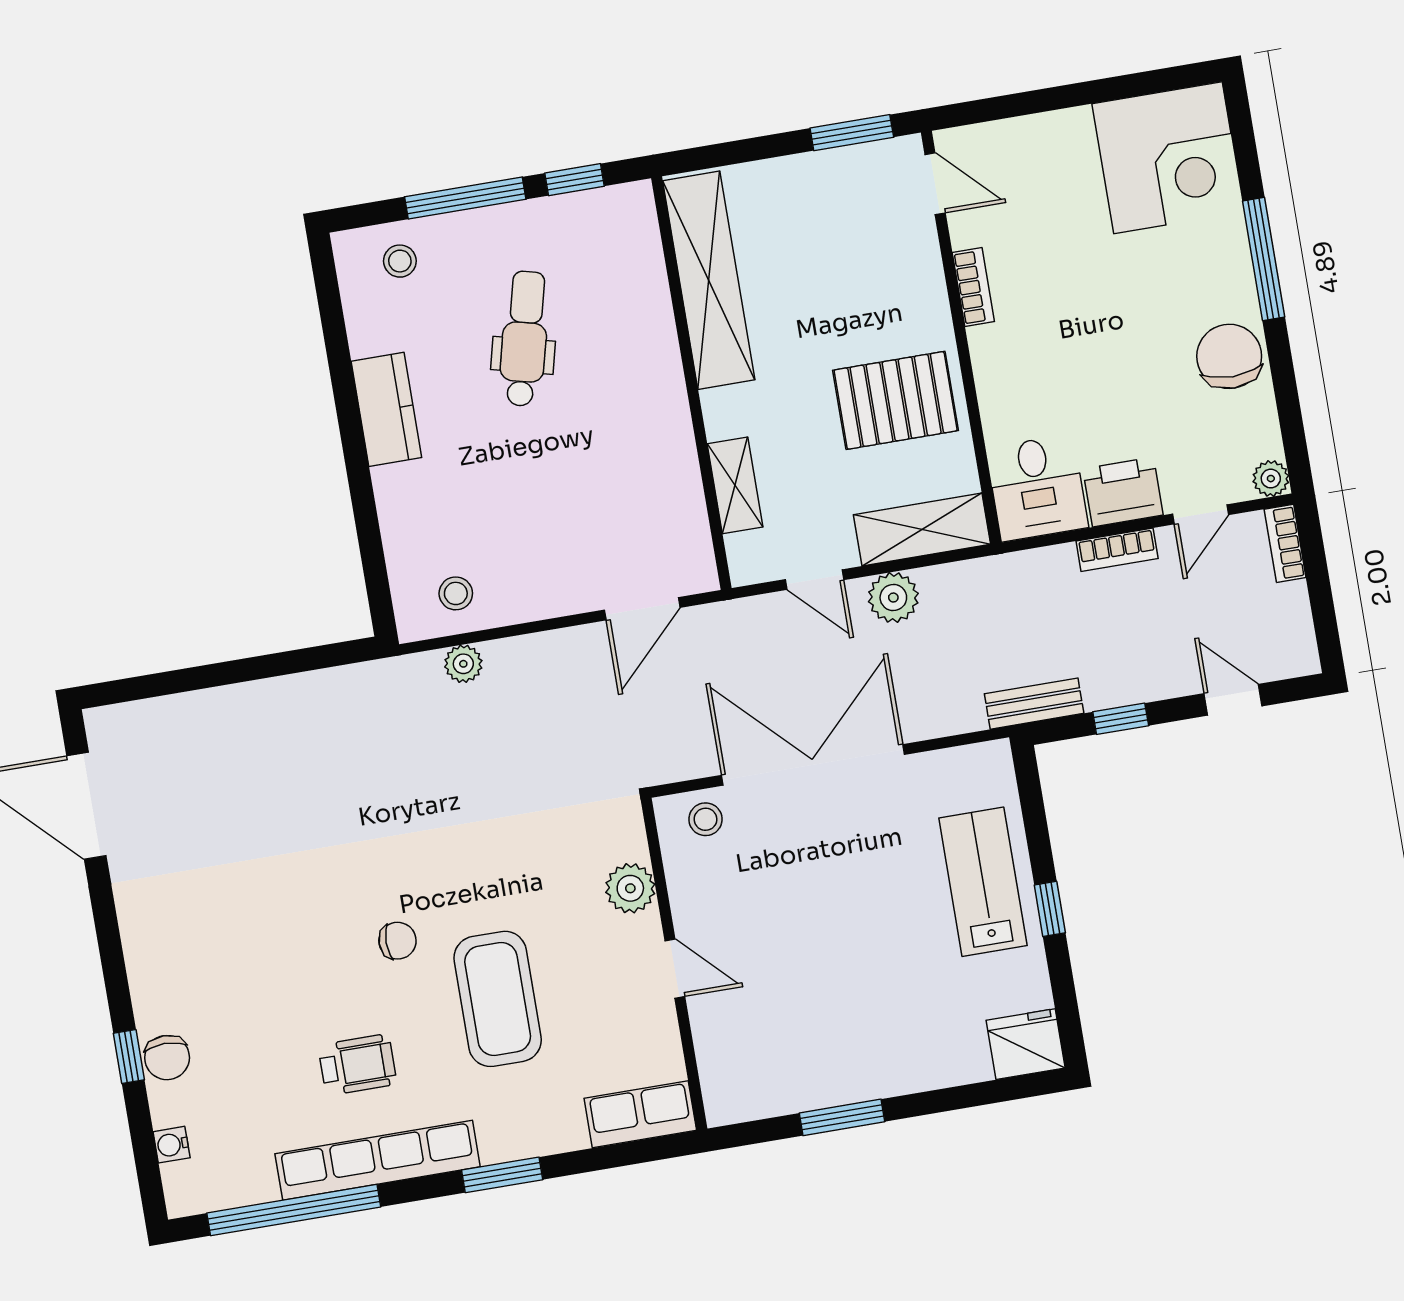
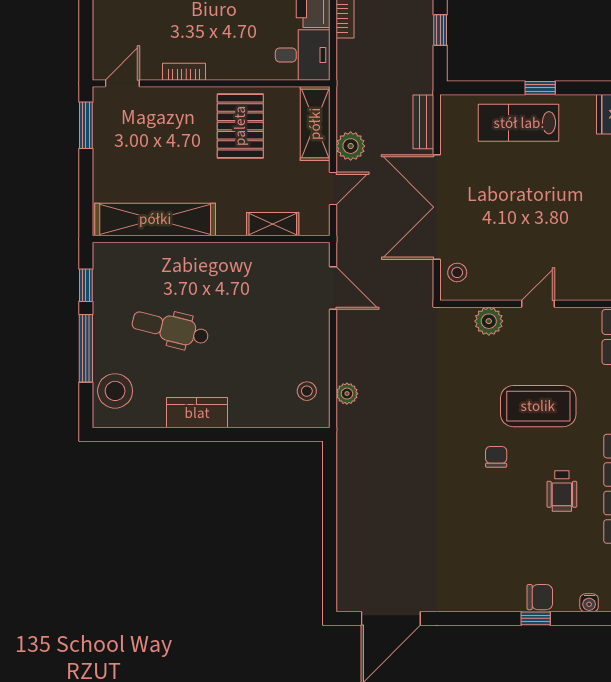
stool: (400, 261) -> (115, 391), width x1.89, depth x1.89
bench: (1034, 704) -> (423, 122), moved
wheelchair: (357, 1065) -> (562, 491), turned 180

